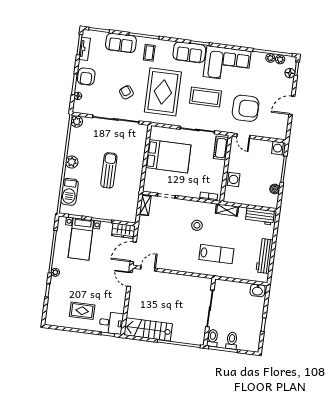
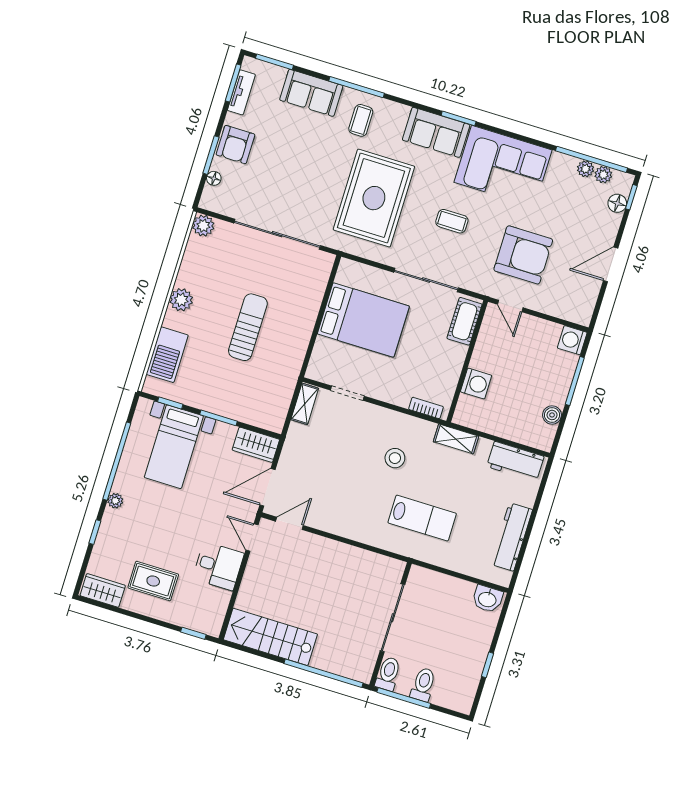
armchair: (126, 92) -> (306, 187), removed
coffee table: (205, 97) -> (452, 221), width x0.54, depth x0.58
wardrobe: (57, 320) -> (103, 590), added
desk: (111, 323) -> (218, 566), moved

